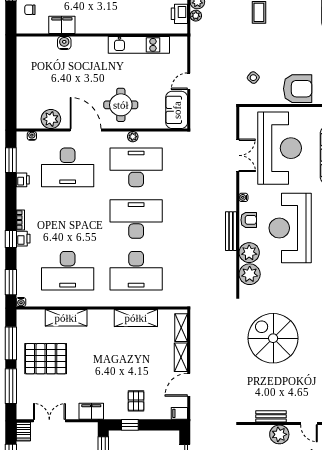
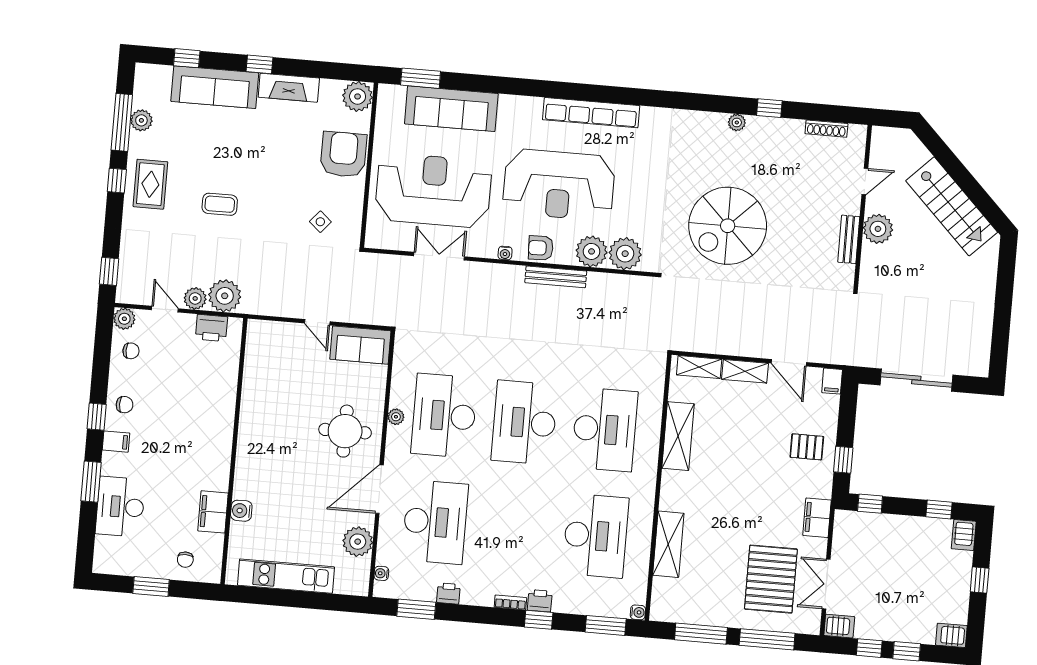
plant: (196, 16) -> (225, 296), width x1.88, depth x1.88
kitchen unit: (139, 45) -> (286, 576), moved, turned -90
armchair: (249, 220) -> (541, 248), turned -92
pallet: (46, 359) -> (771, 579), moved

